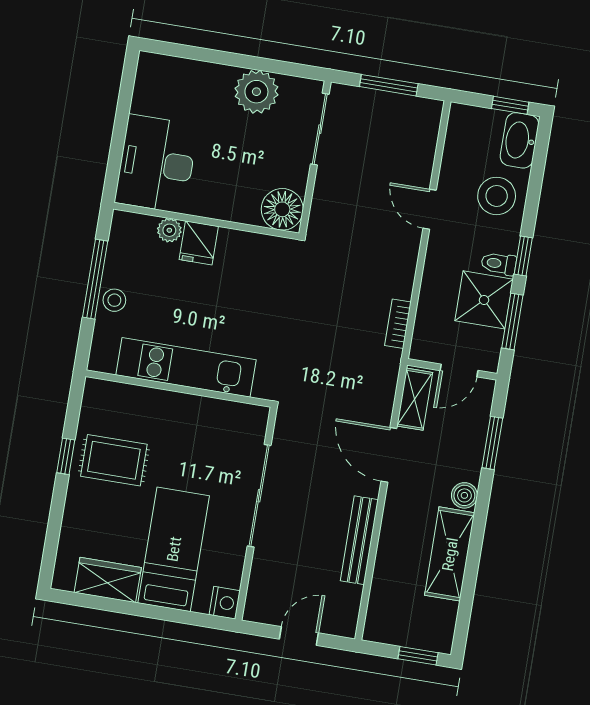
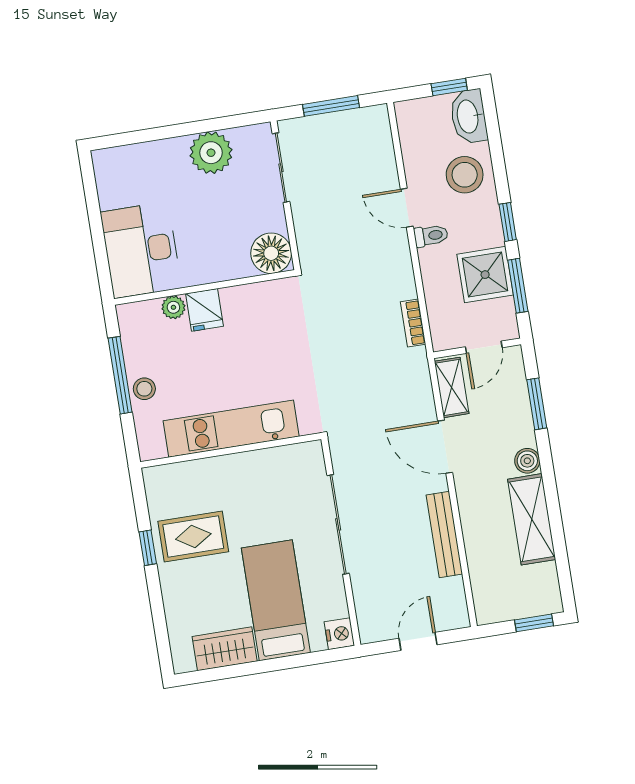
toilet: (499, 264) -> (431, 236), moved, turned 180

